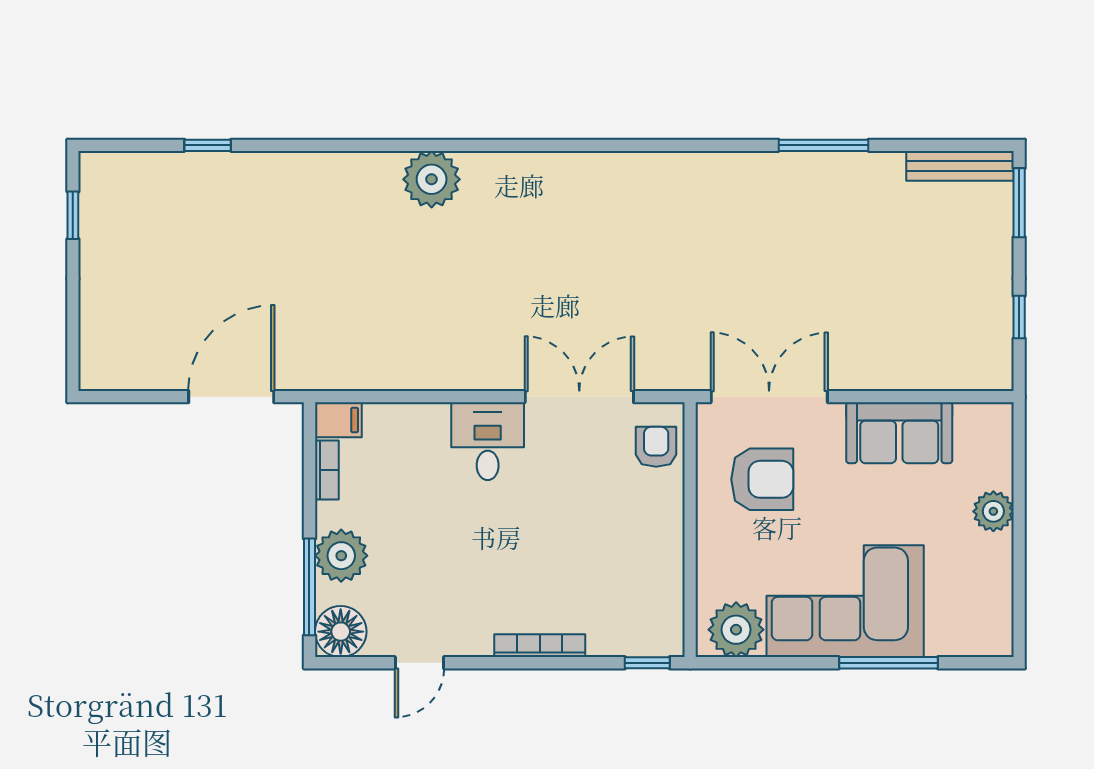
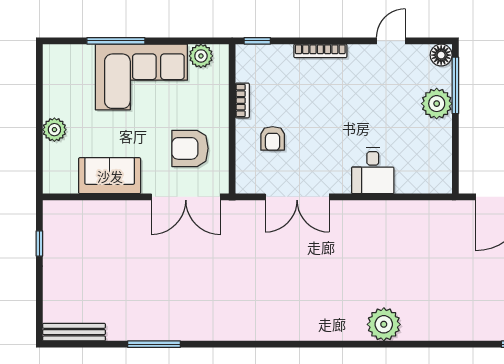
window: (1019, 203) -> (39, 311), removed
filing cabinet: (338, 420) -> (438, 183), removed
desk: (488, 441) -> (373, 171), moved
armchair: (656, 447) -> (273, 138), moved
bookcase: (327, 470) -> (242, 100), moved, turned 180
plant: (736, 630) -> (201, 56), width x0.73, depth x0.73
floor lamp: (341, 632) -> (441, 55), width x0.73, depth x0.73

